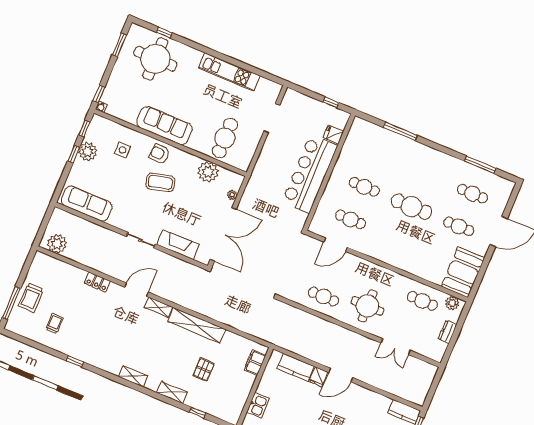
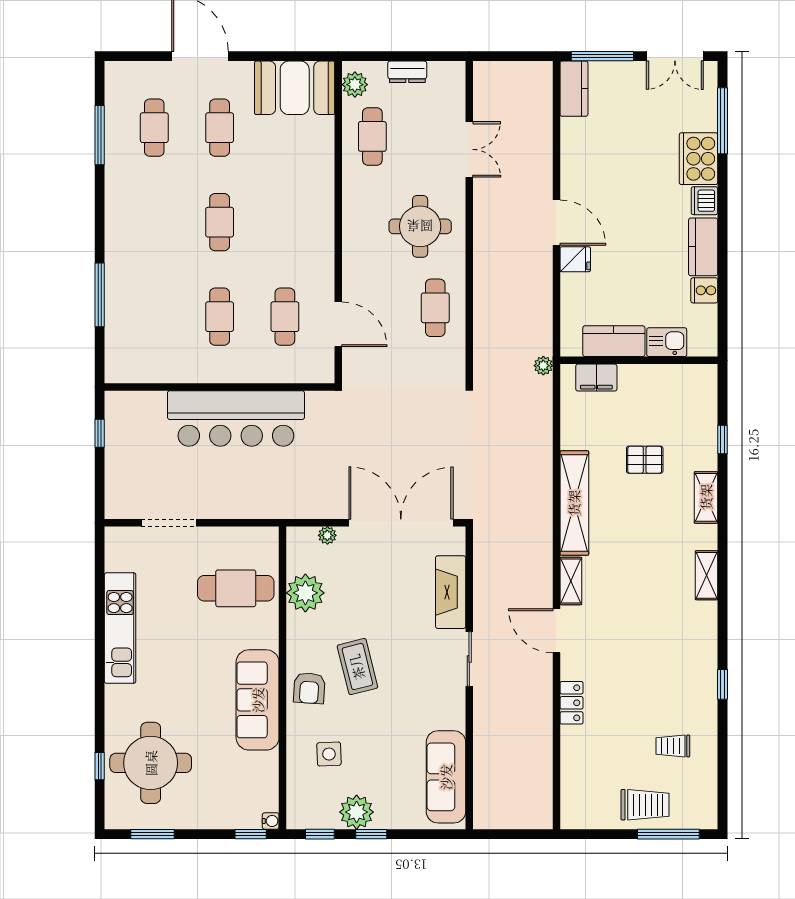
fridge: (334, 135) -> (153, 406), removed
cafe table: (412, 207) -> (220, 222), width x0.73, depth x0.74
plant: (57, 244) -> (543, 366), moved, width x0.53, depth x0.53
kitchen counter: (296, 367) -> (614, 341), moved, turned -90

